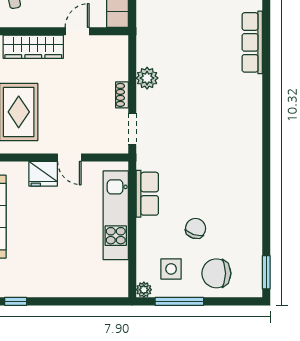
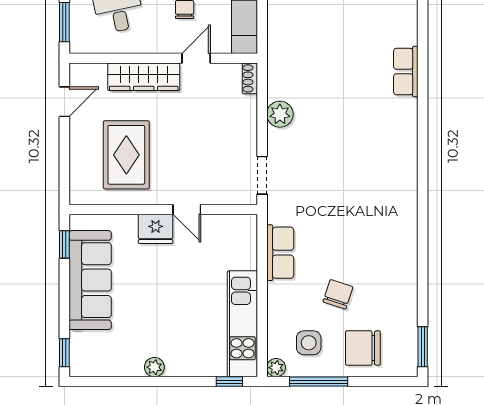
row of seats: (252, 42) -> (406, 72), width x0.68
shoe rack: (122, 95) -> (250, 78), moved
kitchen unit: (116, 215) -> (242, 324), moved
plant: (42, 289) -> (154, 367), added
window: (16, 301) -> (229, 382), moved

